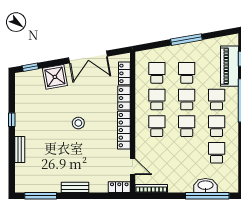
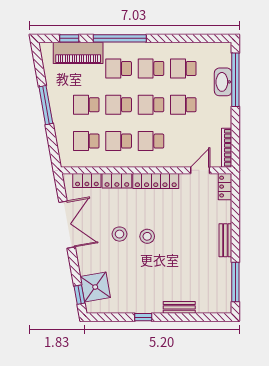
shower: (55, 77) -> (95, 287), moved
stool: (80, 100) -> (119, 234), added
school desk: (187, 153) -> (183, 105), added

